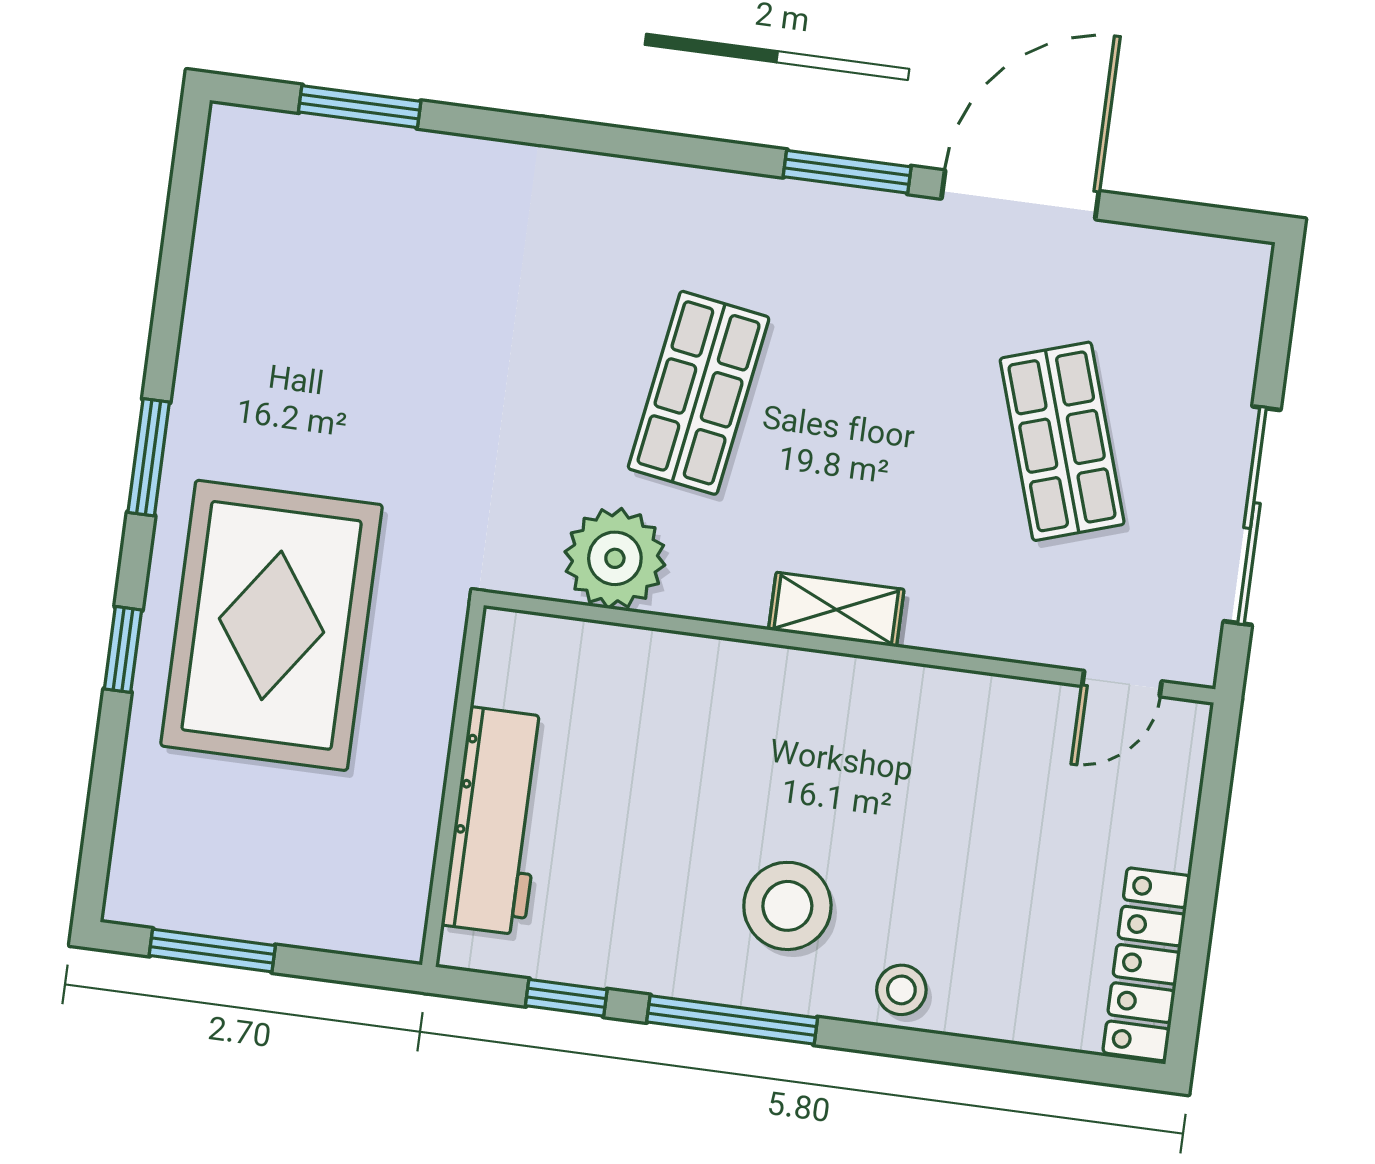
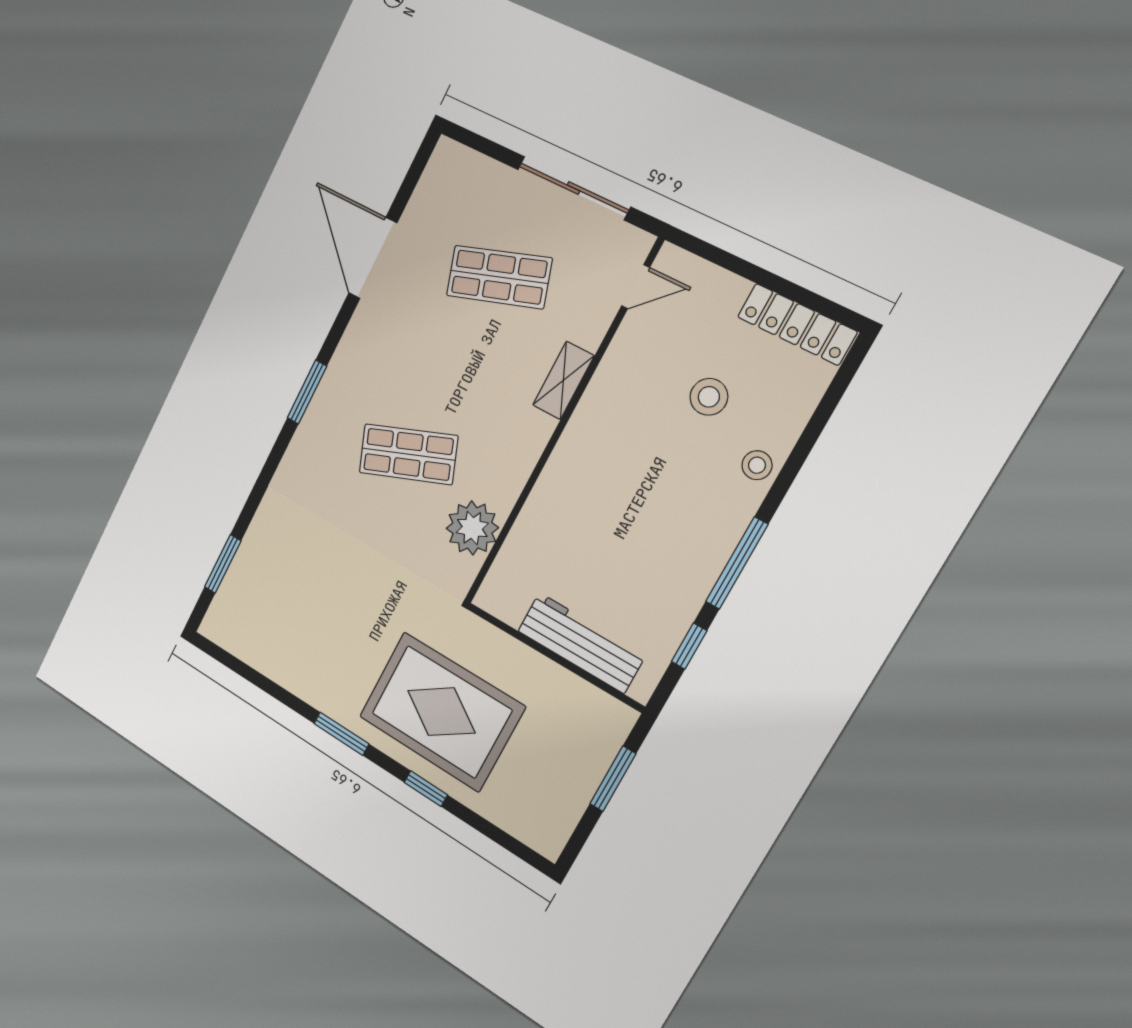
window: (847, 172) -> (307, 392), moved
shop shelf: (699, 393) -> (408, 454), turned -30
shelving: (836, 610) -> (563, 380), moved
door: (1122, 684) -> (636, 287), hinge flipped
stool: (787, 906) -> (709, 397), moved, width x0.73, depth x0.73
window: (212, 950) -> (613, 779), moved

